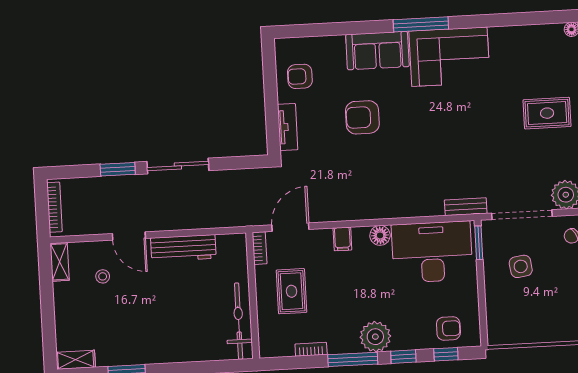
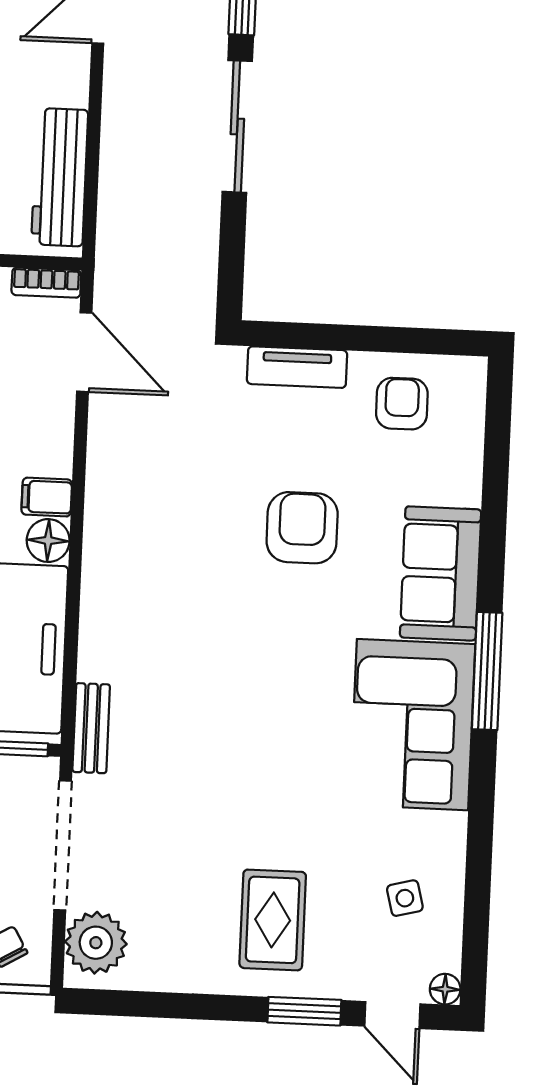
side table: (531, 52) -> (405, 898), added
filing cabinet: (342, 239) -> (47, 497), moved
workbench: (183, 248) -> (60, 177), moved

